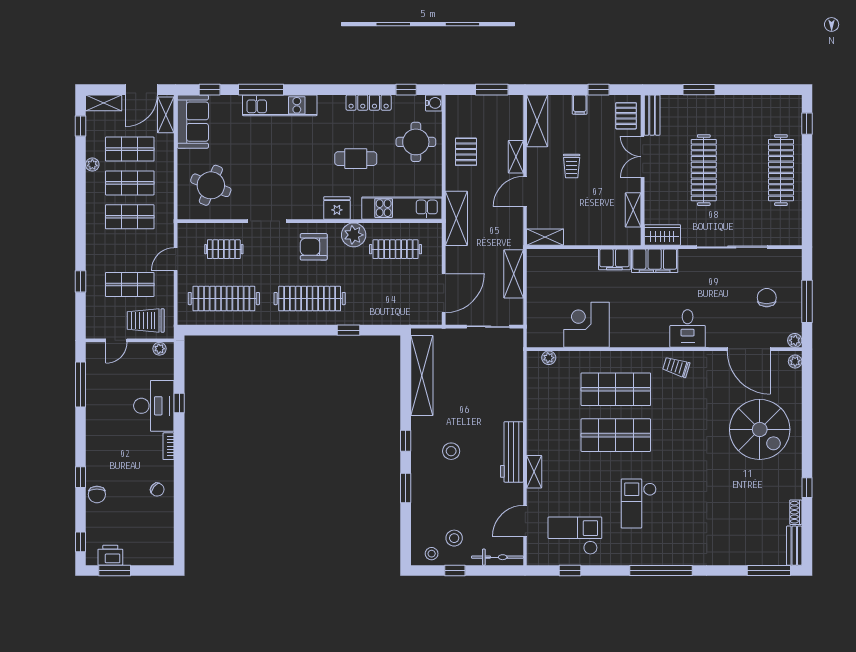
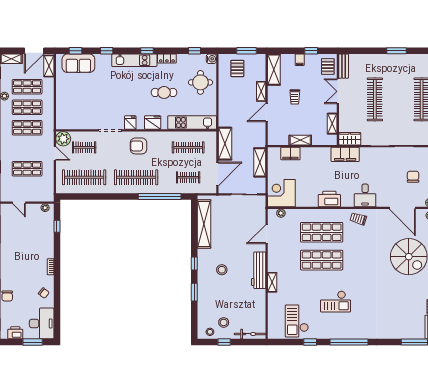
window: (261, 90) -> (107, 51), width x0.46
window: (328, 90) -> (147, 51), added
window: (699, 90) -> (397, 51), moved
locker: (369, 103) -> (167, 59), width x0.66
kitchen unit: (280, 105) -> (134, 60), moved
sofa: (193, 122) -> (78, 63), moved, turned 90
pallet: (466, 152) -> (237, 68), moved
round table: (211, 185) -> (76, 109), removed
fridge: (300, 208) -> (130, 123), added
shelving: (456, 218) -> (225, 144), moved
plant: (354, 235) -> (63, 139), moved
shelving: (545, 237) -> (300, 140), moved
door: (176, 259) -> (55, 153), swing flipped
filing cabinet: (614, 259) -> (290, 154), moved
clothes rail: (395, 299) -> (188, 177), added
trolley: (146, 321) -> (37, 191), removed
corner desk: (587, 325) -> (281, 193), moved
window: (349, 330) -> (160, 196), width x3.17
printer: (629, 334) -> (329, 199), added
door: (116, 340) -> (19, 203), hinge flipped
window: (179, 403) -> (57, 226), moved
desk: (154, 406) -> (42, 323), moved
checkout: (639, 504) -> (335, 302), turned -90
door: (525, 521) -> (267, 234), moved
checkout: (575, 536) -> (297, 321), turned -90
window: (115, 571) -> (33, 342), moved
window: (570, 571) -> (310, 342), moved

